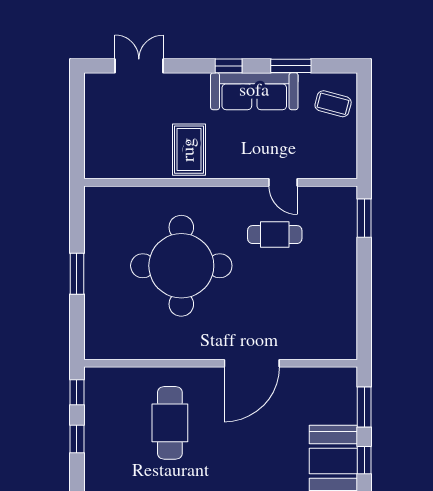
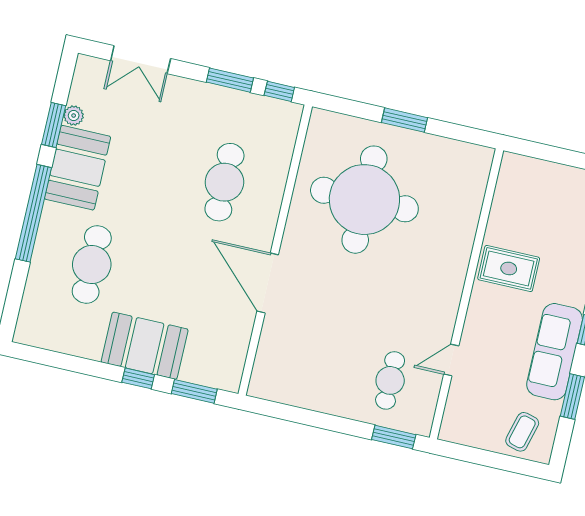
cafe table: (275, 235) -> (390, 380), moved
round table: (181, 266) -> (364, 200), moved
cafe table: (170, 423) -> (224, 182), turned 90
window: (77, 439) -> (230, 80), width x1.50

